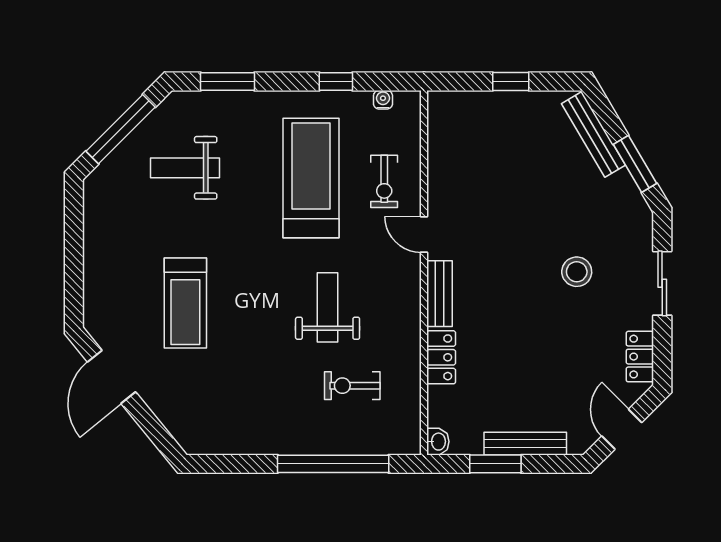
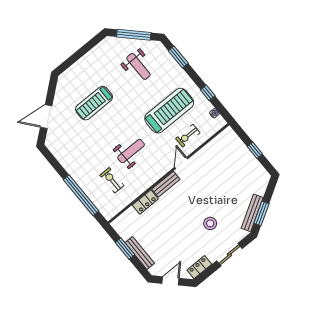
bench: (593, 134) -> (252, 213), moved
weight bench: (185, 168) -> (138, 66), turned 180
door: (112, 377) -> (46, 117), moved
washbasin: (438, 442) -> (117, 224), removed

